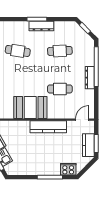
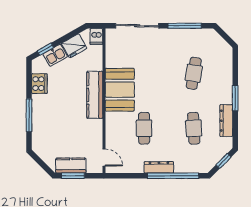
dresser: (41, 26) -> (226, 121), moved
kitchen counter: (48, 127) -> (95, 95), moved
cooker: (68, 169) -> (39, 84), moved

